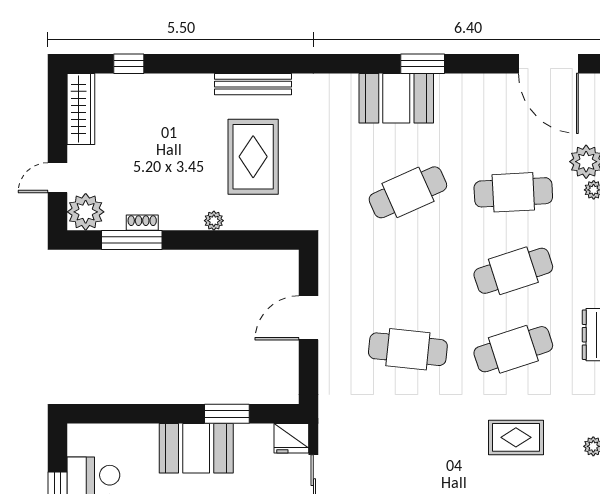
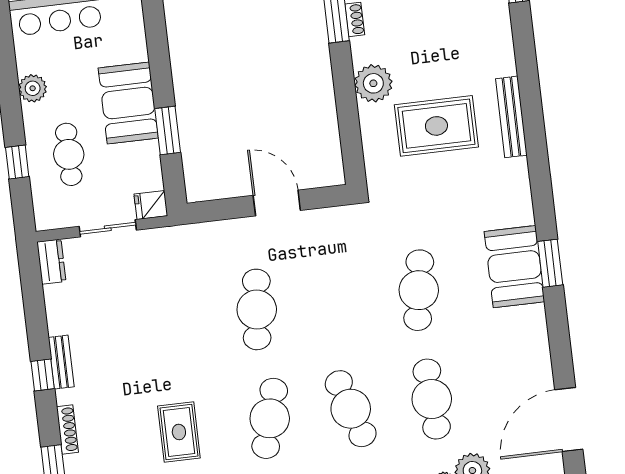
window: (423, 64) -> (550, 263), moved
cafe table: (408, 192) -> (419, 290), turned 33
plant: (214, 221) -> (373, 83), width x1.88, depth x1.88
cafe table: (513, 349) -> (270, 418), turned 33
fridge: (291, 438) -> (151, 205), width x0.72

